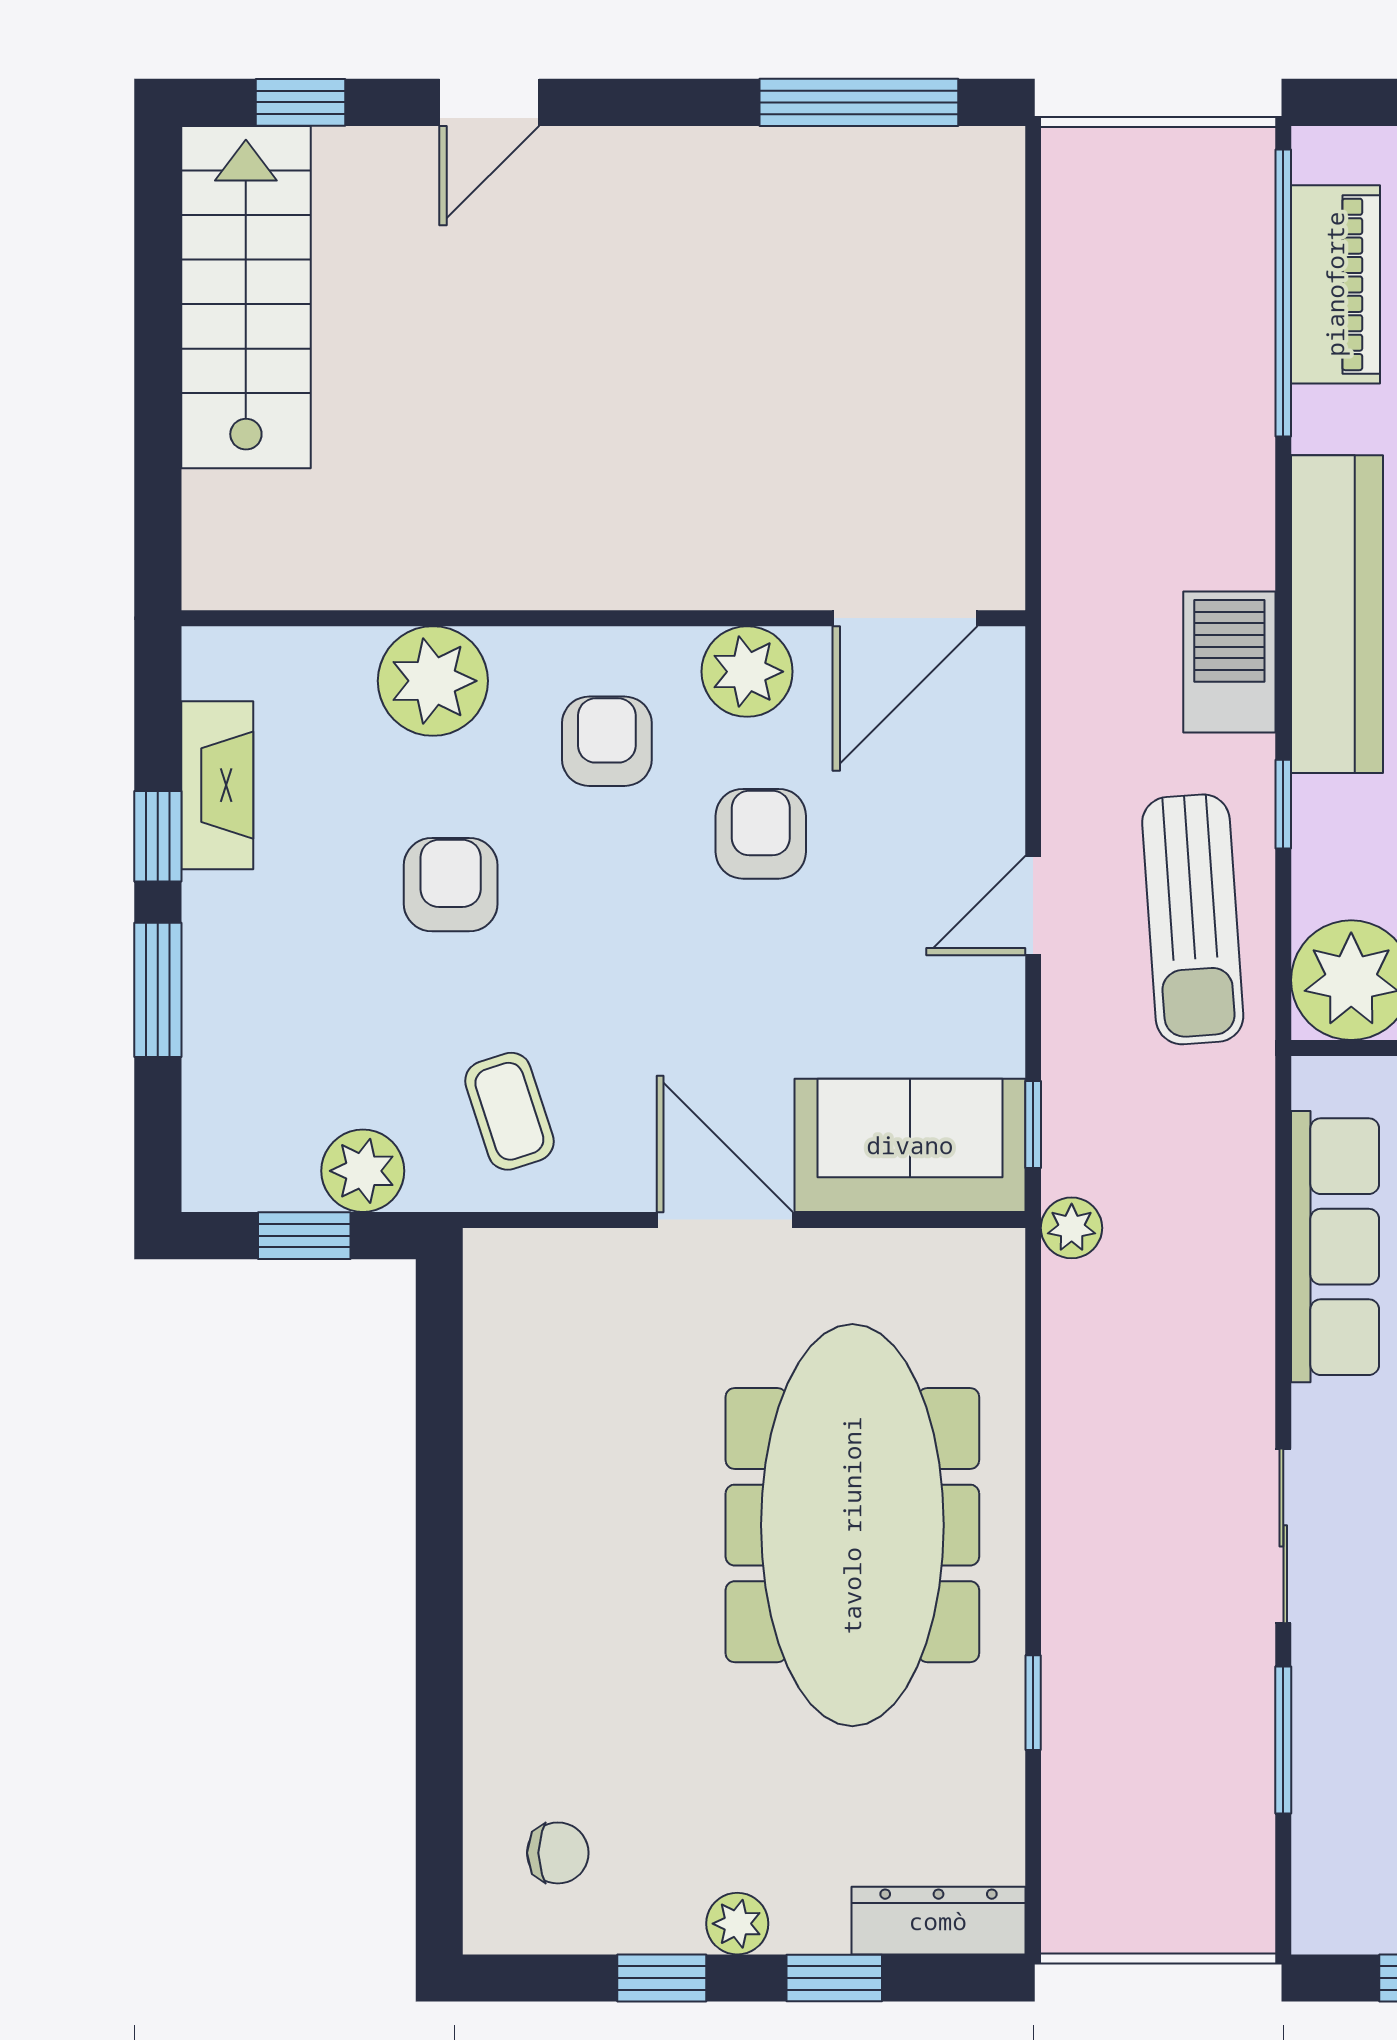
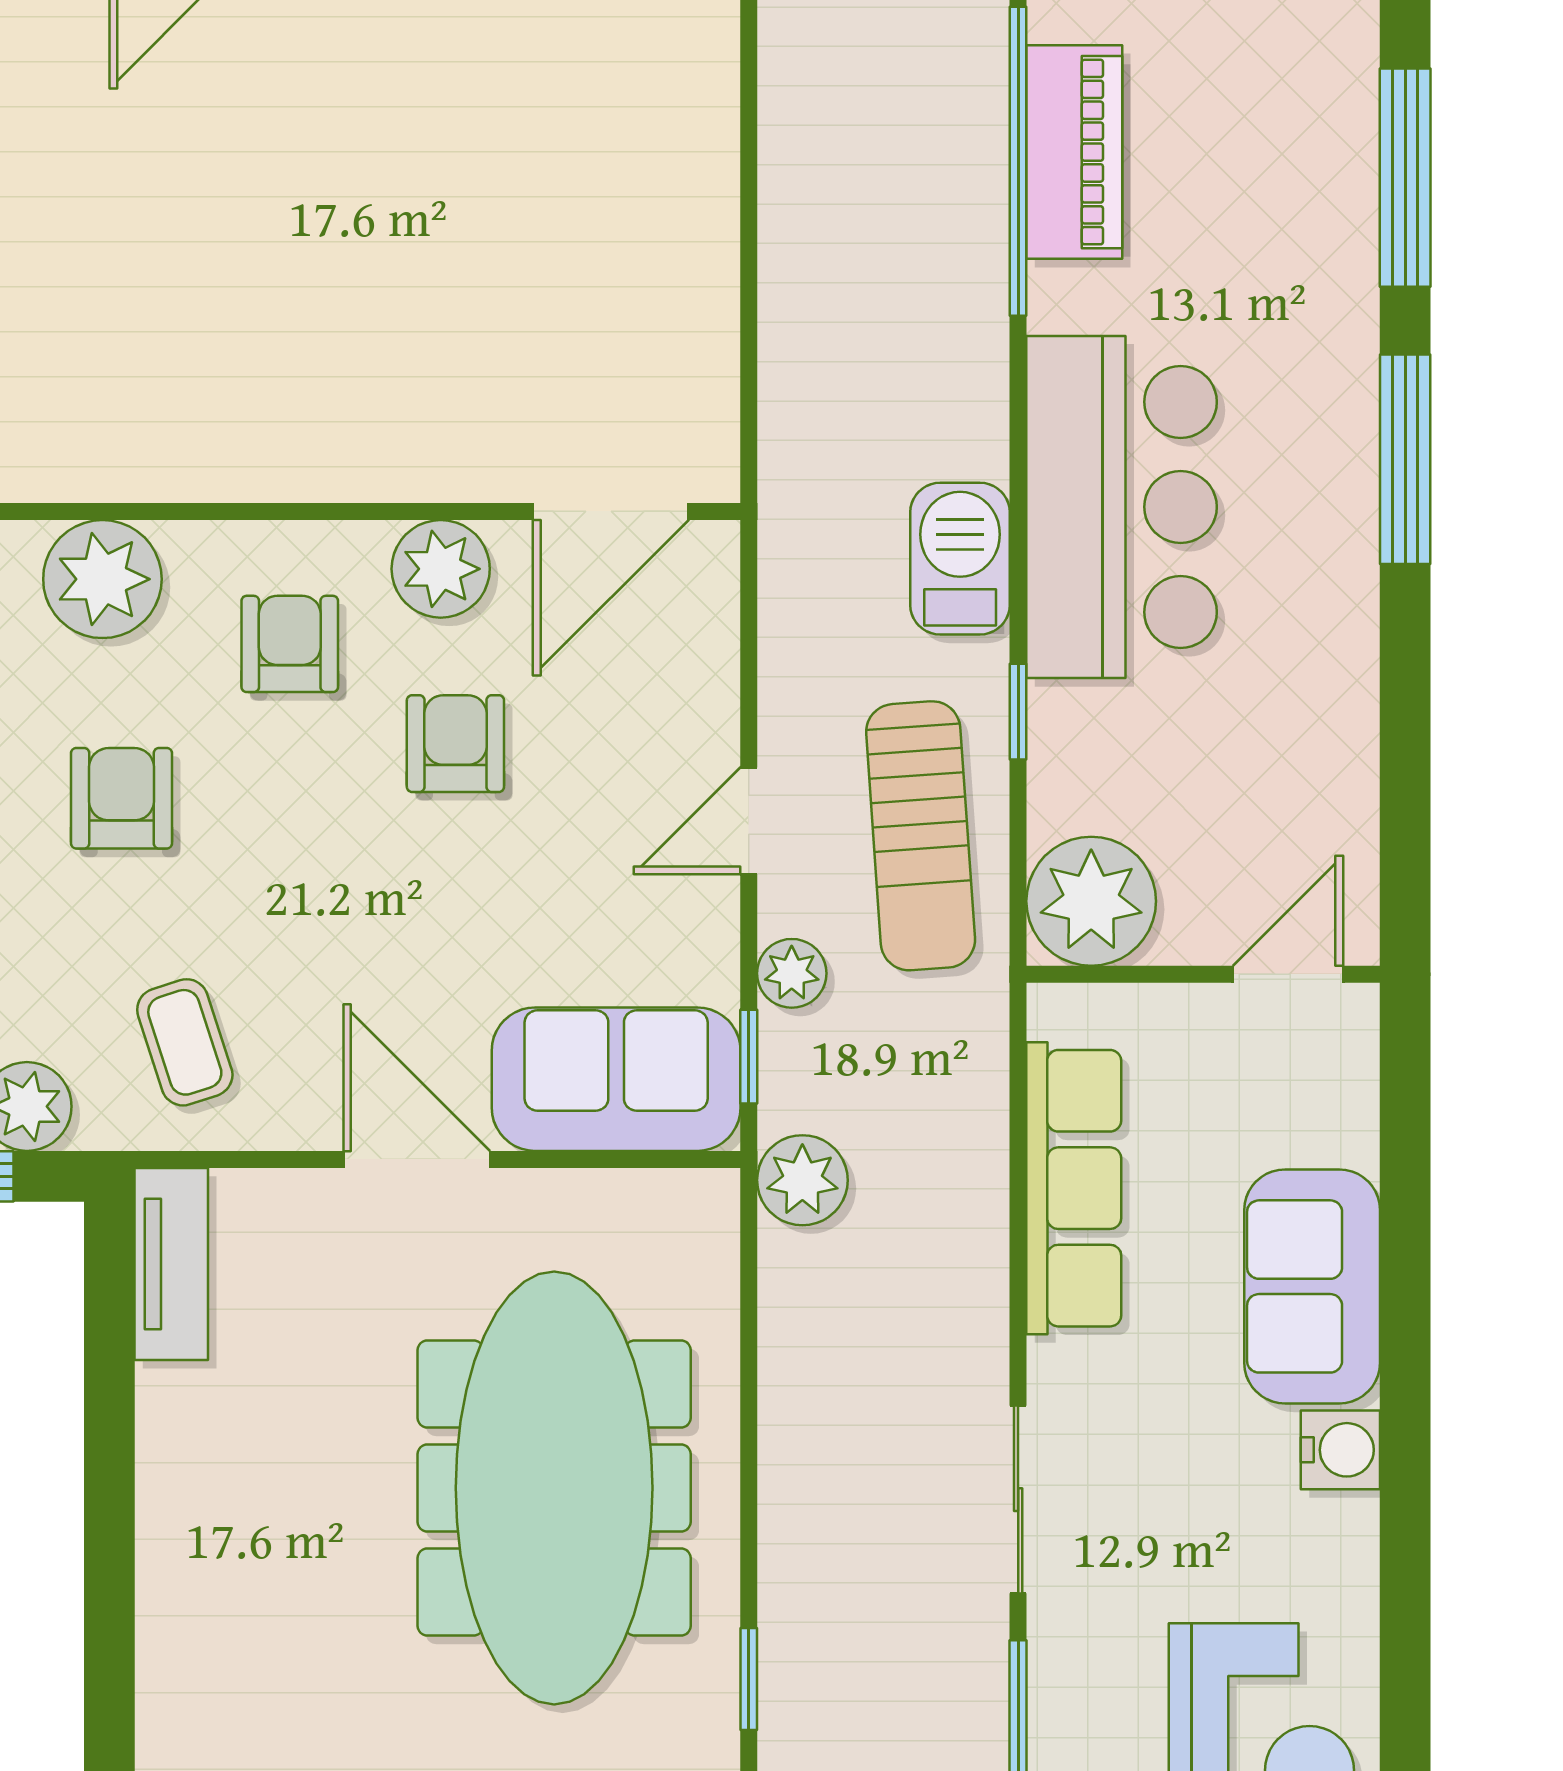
plant: (1073, 1047) -> (792, 973), added
plant: (1072, 1228) -> (802, 1180), width x1.38, depth x1.38
tv unit: (497, 1317) -> (171, 1264), added

